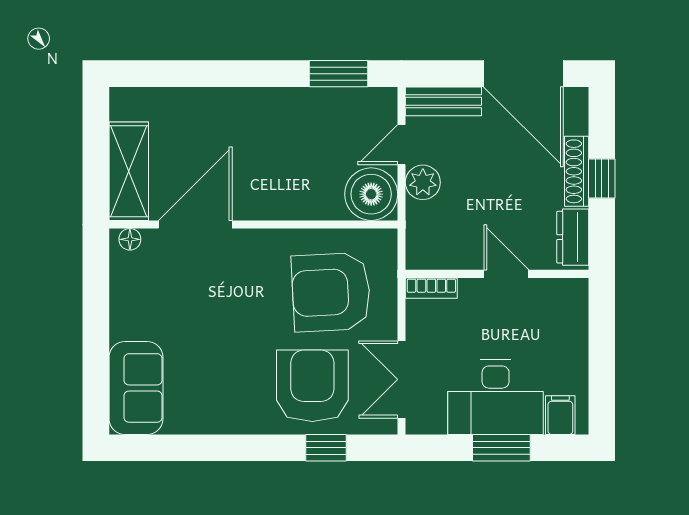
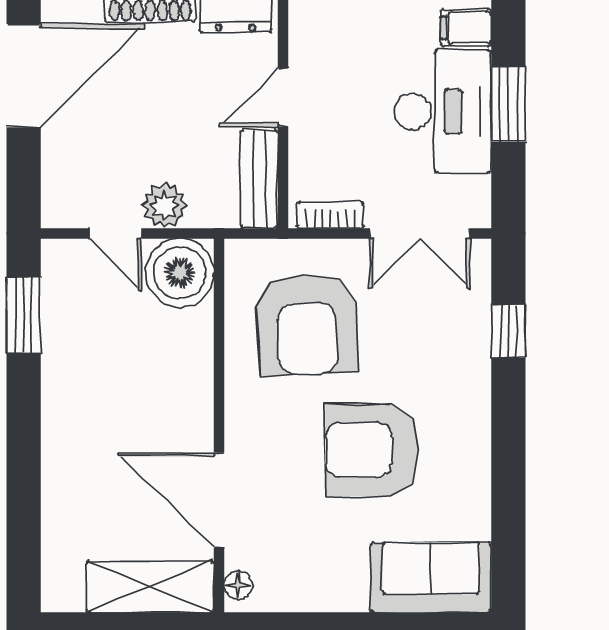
bench: (443, 101) -> (259, 179), moved
bookcase: (431, 288) -> (330, 215), moved, turned -90
armchair: (312, 386) -> (372, 450), moved

